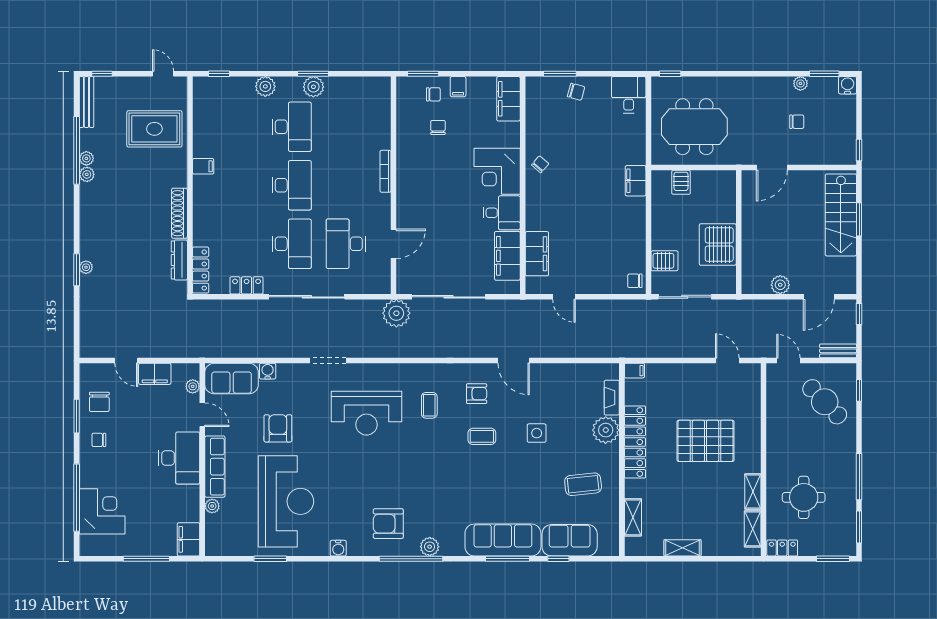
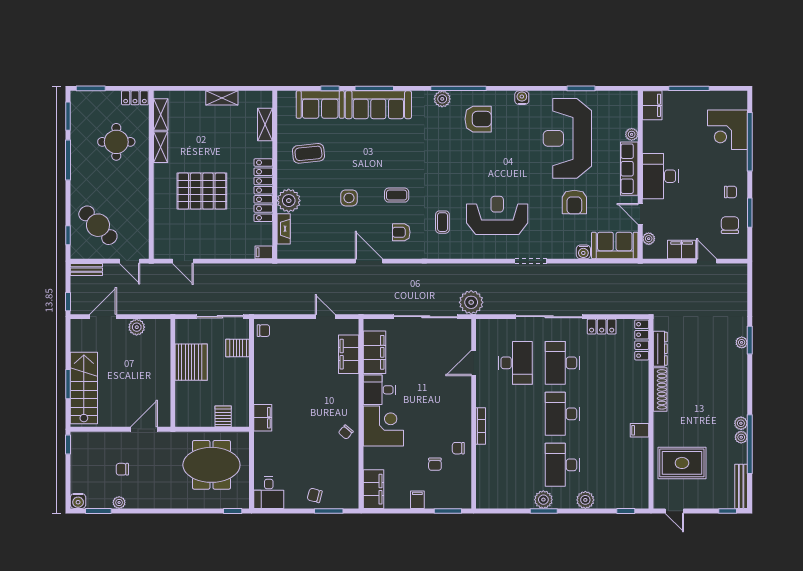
chair: (433, 94) -> (458, 448), moved

